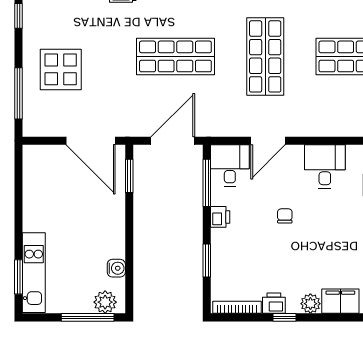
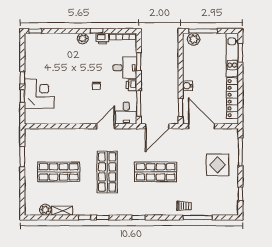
desk: (325, 167) -> (125, 68), moved, turned -90
locker: (33, 193) -> (232, 98), added
water cooler: (116, 268) -> (188, 86), moved
filing cabinet: (340, 301) -> (66, 40), removed

